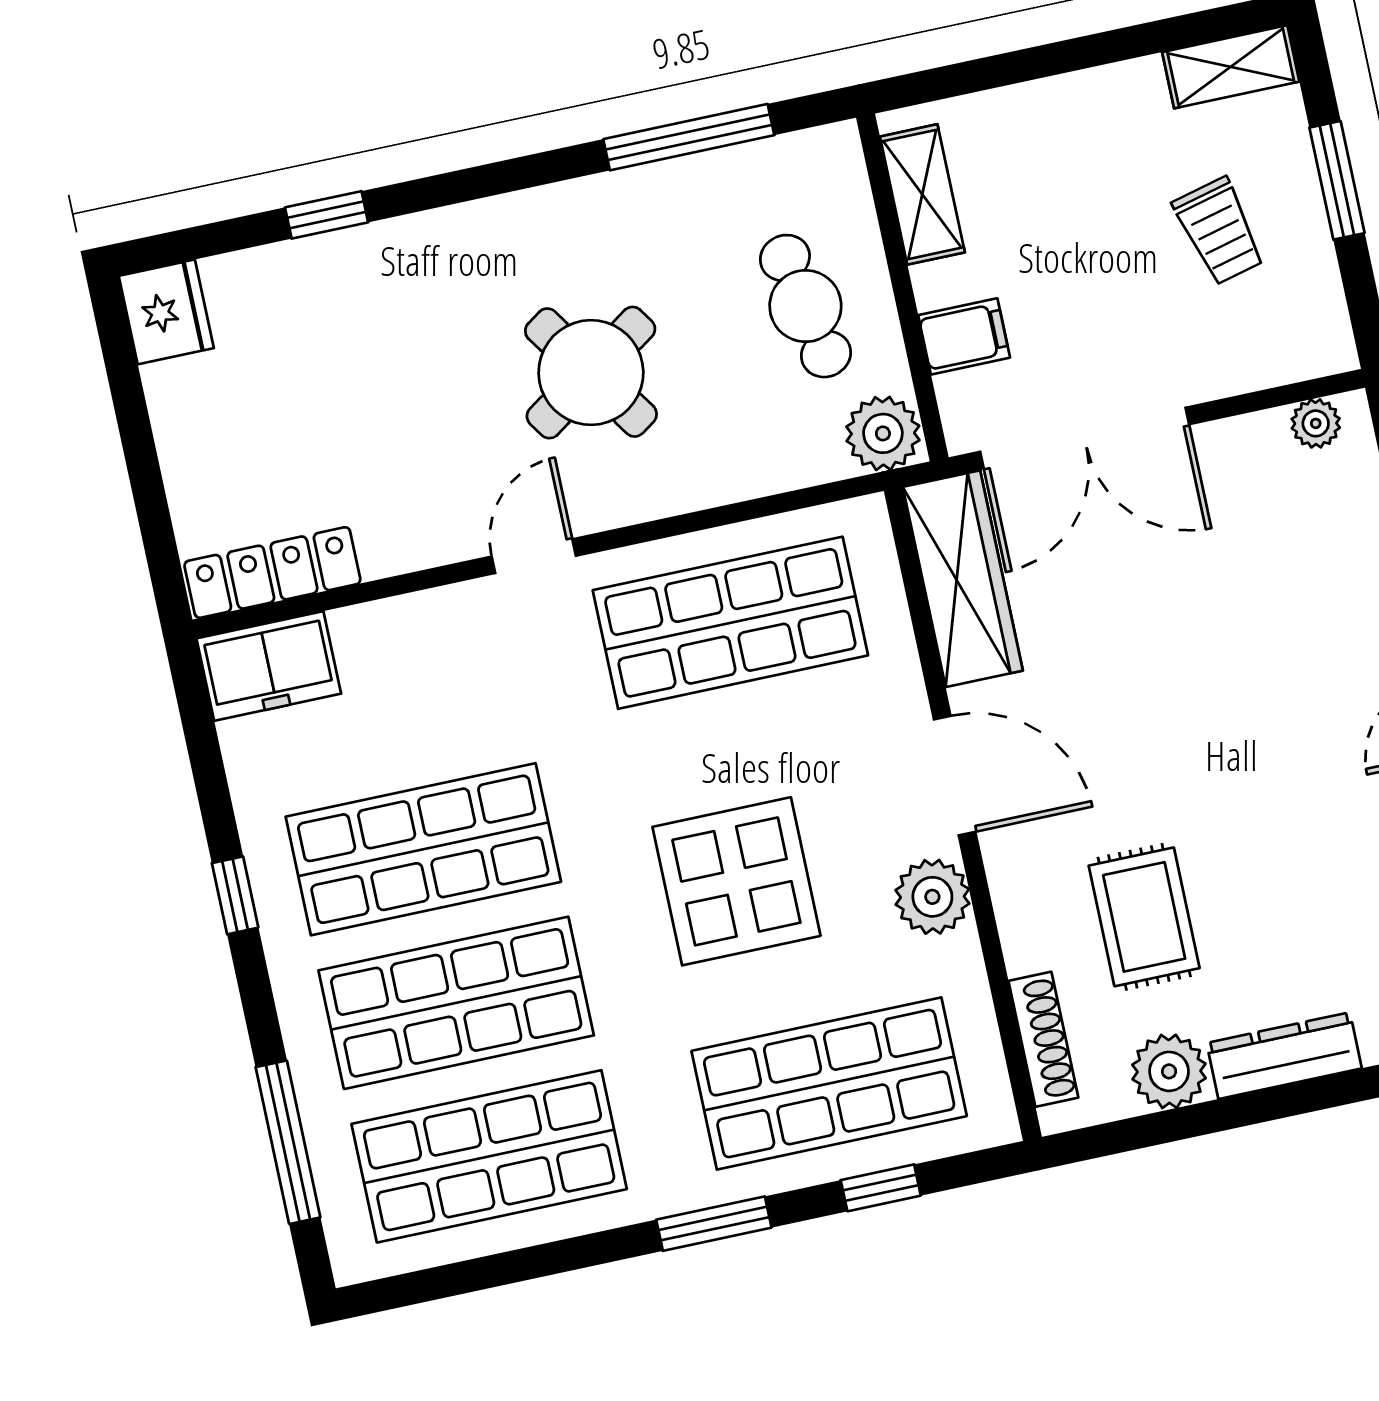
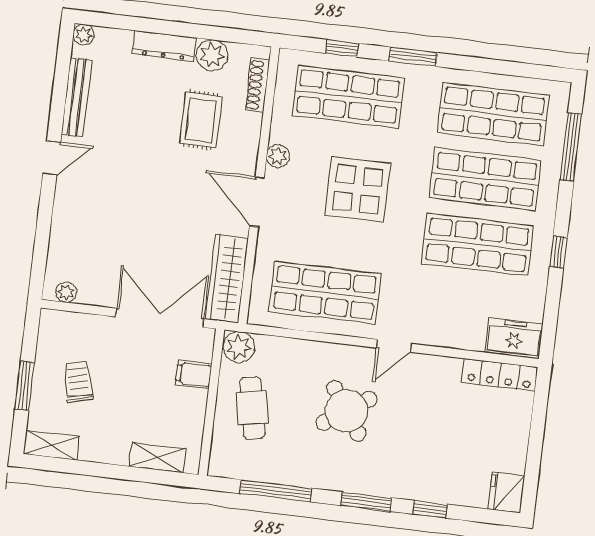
window: (476, 183) -> (366, 502), added
shelving: (922, 194) -> (158, 458), moved, turned 90
plant: (932, 897) -> (278, 156), width x0.73, depth x0.73

